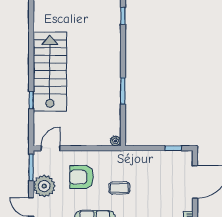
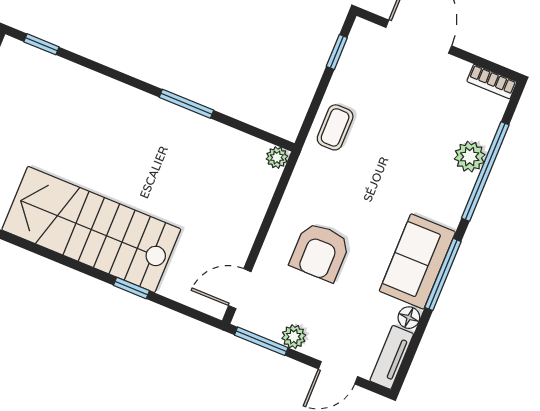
door: (51, 148) -> (240, 289), hinge flipped
plant: (44, 186) -> (294, 337), width x0.53, depth x0.53
coffee table: (119, 188) -> (335, 127), moved

